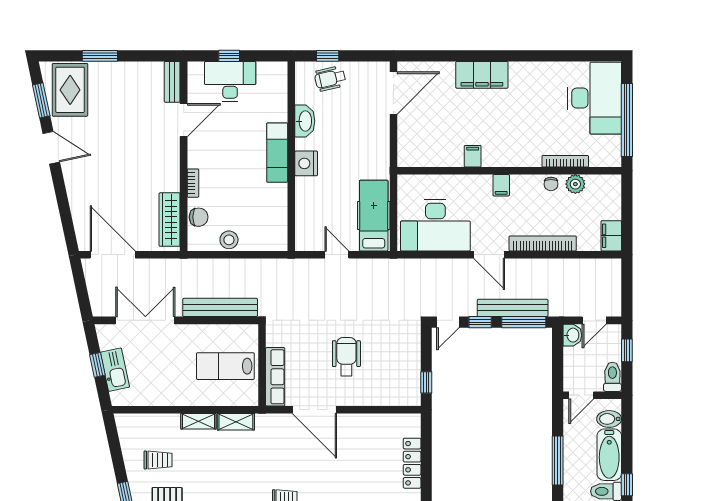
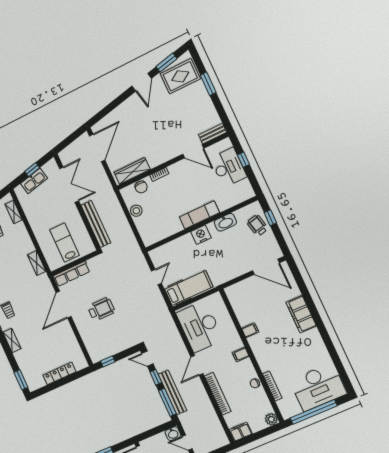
plant: (575, 184) -> (271, 419), moved
shelving: (198, 421) -> (14, 212), moved

